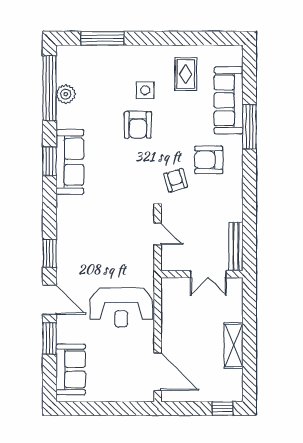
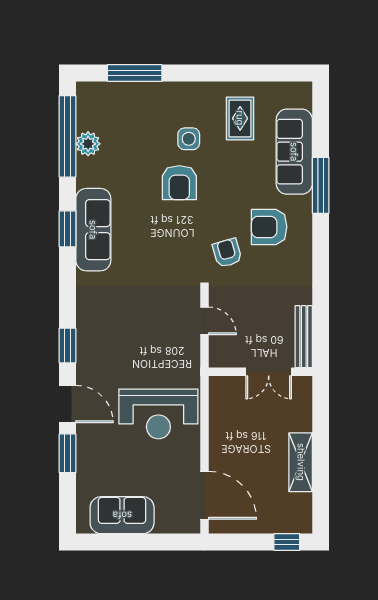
sofa: (71, 369) -> (122, 515), moved, turned -90

